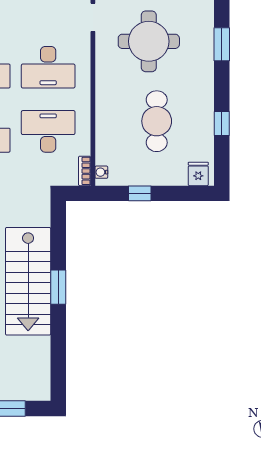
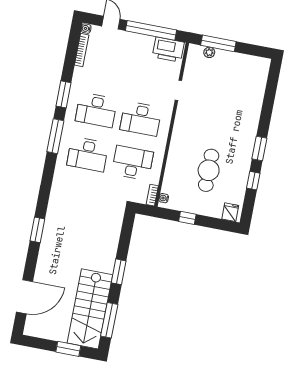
round table: (149, 41) -> (214, 114), removed
window: (222, 44) -> (259, 149), moved
stairs: (28, 281) -> (90, 309), moved
window: (58, 357) -> (109, 320), added

